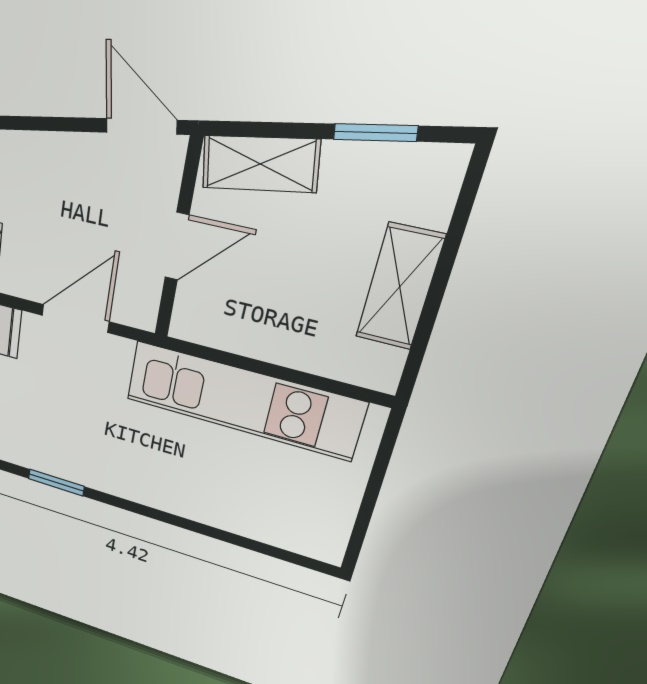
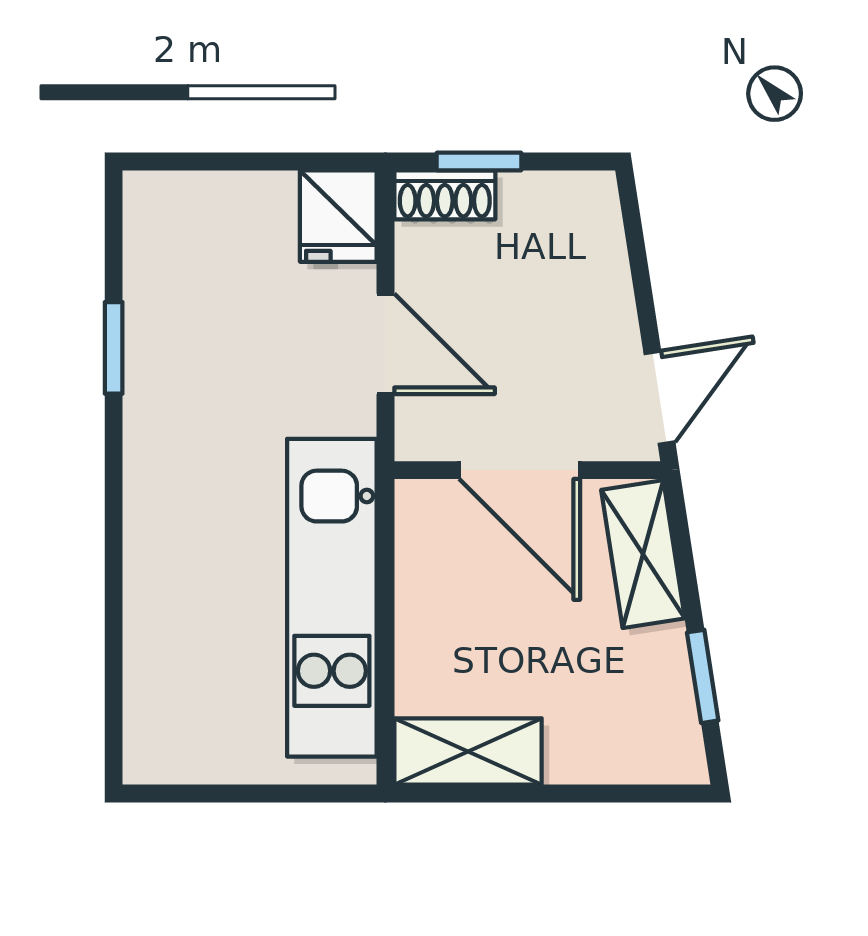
door: (177, 246) -> (520, 470), width x1.38
shelving: (400, 287) -> (468, 751), moved

